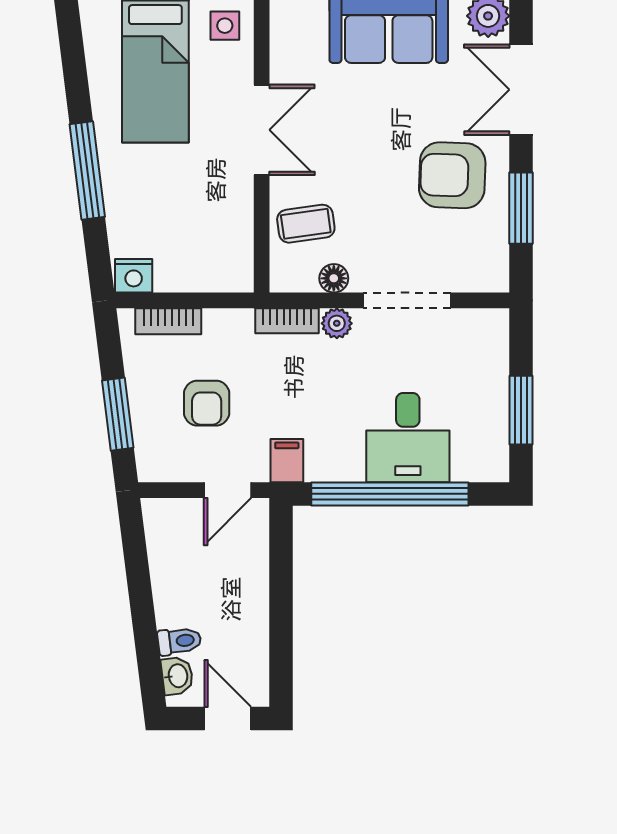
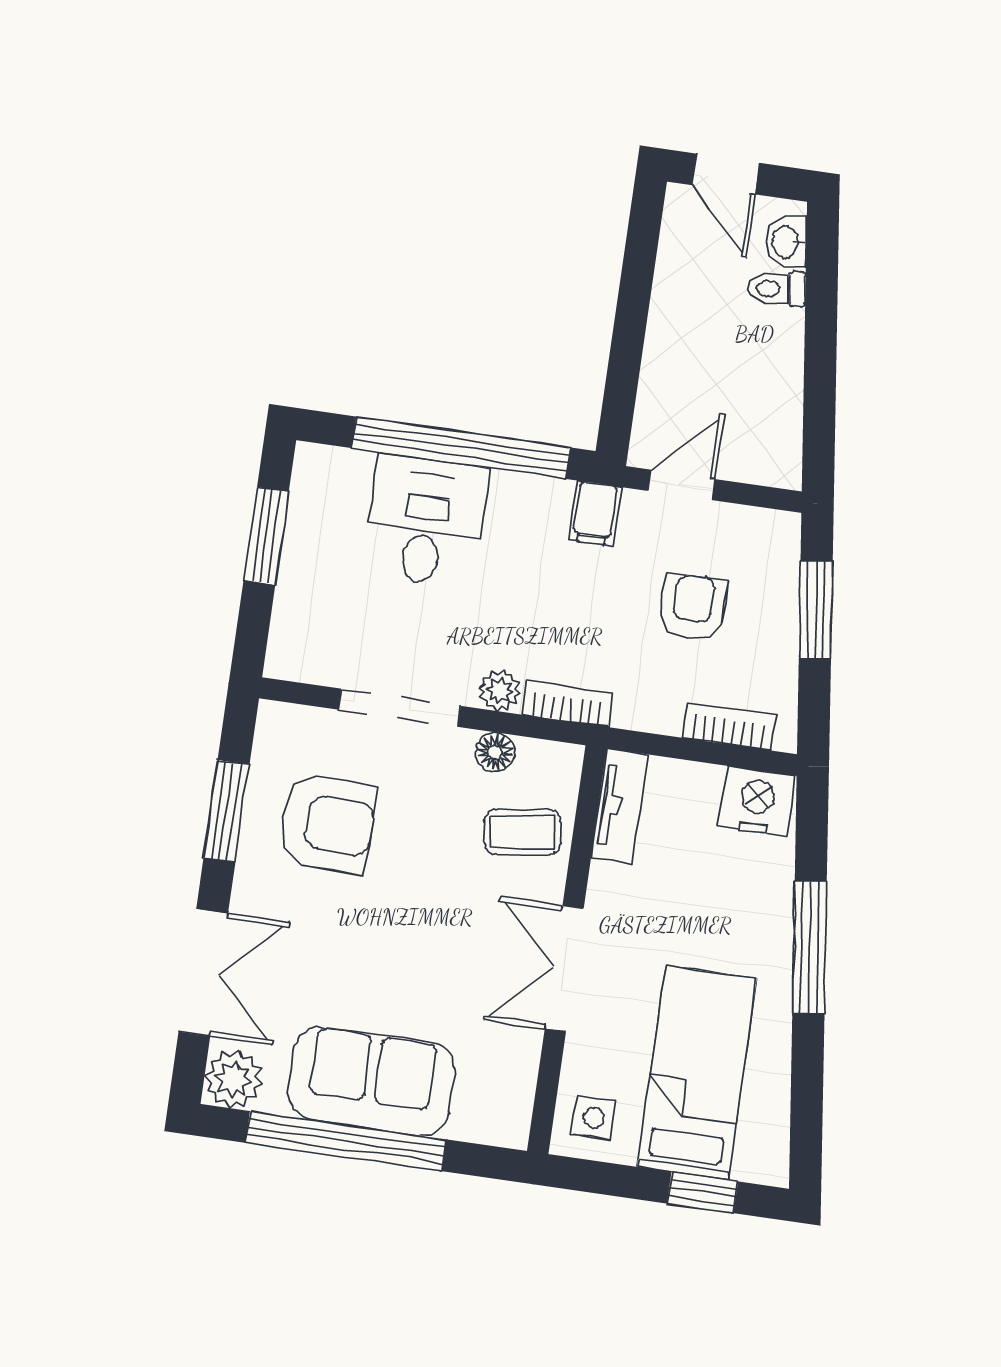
armchair: (452, 175) -> (327, 823), moved
tv unit: (239, 252) -> (620, 806), added
nightstand: (134, 276) -> (757, 801), width x1.36, depth x1.33

